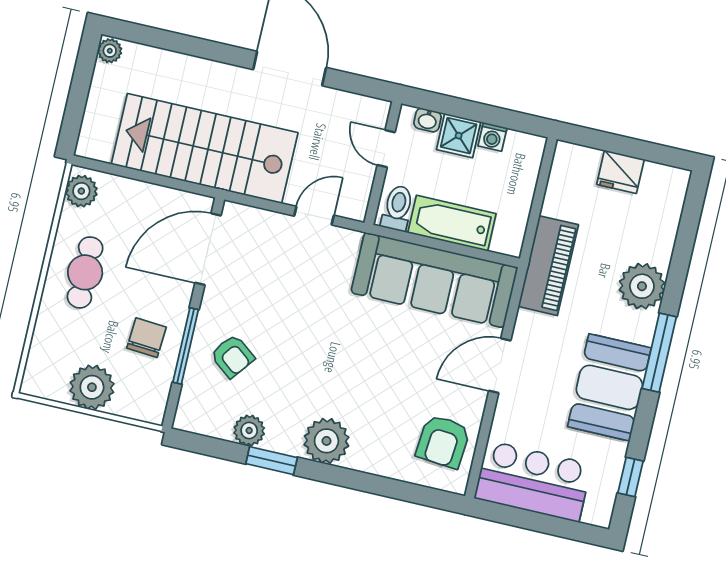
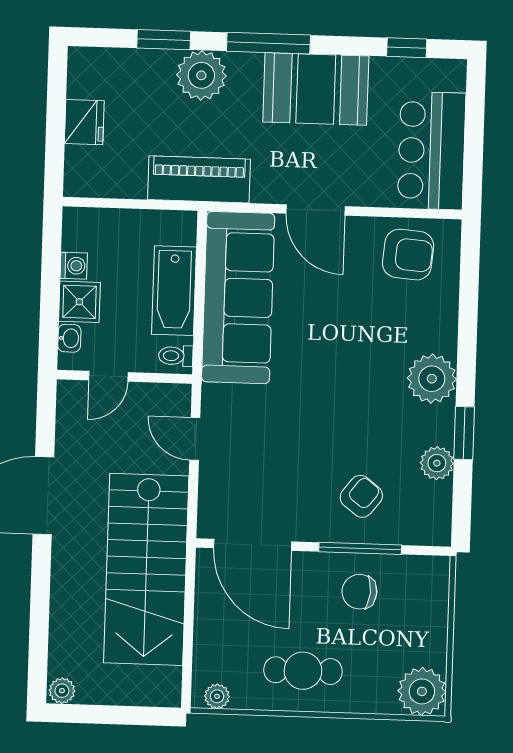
plant: (81, 191) -> (217, 696), width x0.73, depth x0.73
toilet: (397, 208) -> (176, 356), width x0.73, depth x0.72
window: (681, 258) -> (164, 40), added
plant: (92, 387) -> (422, 691), moved

